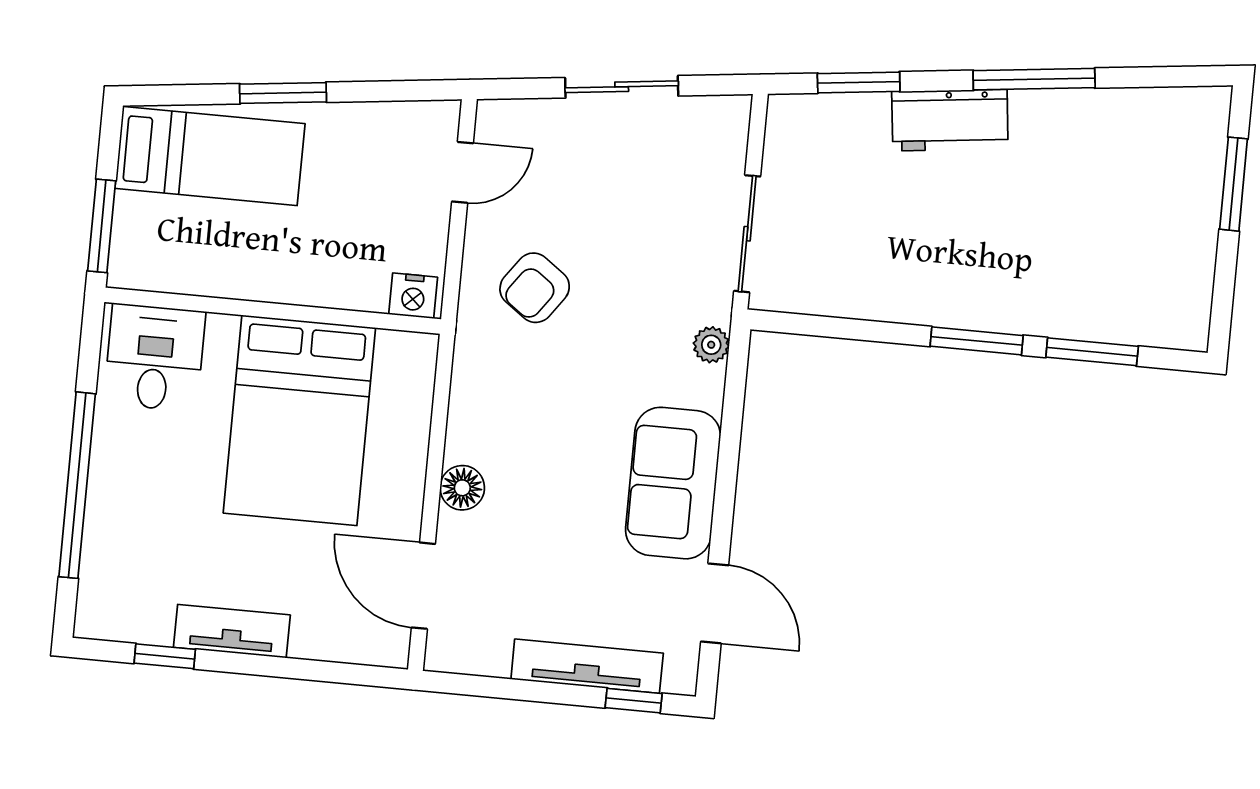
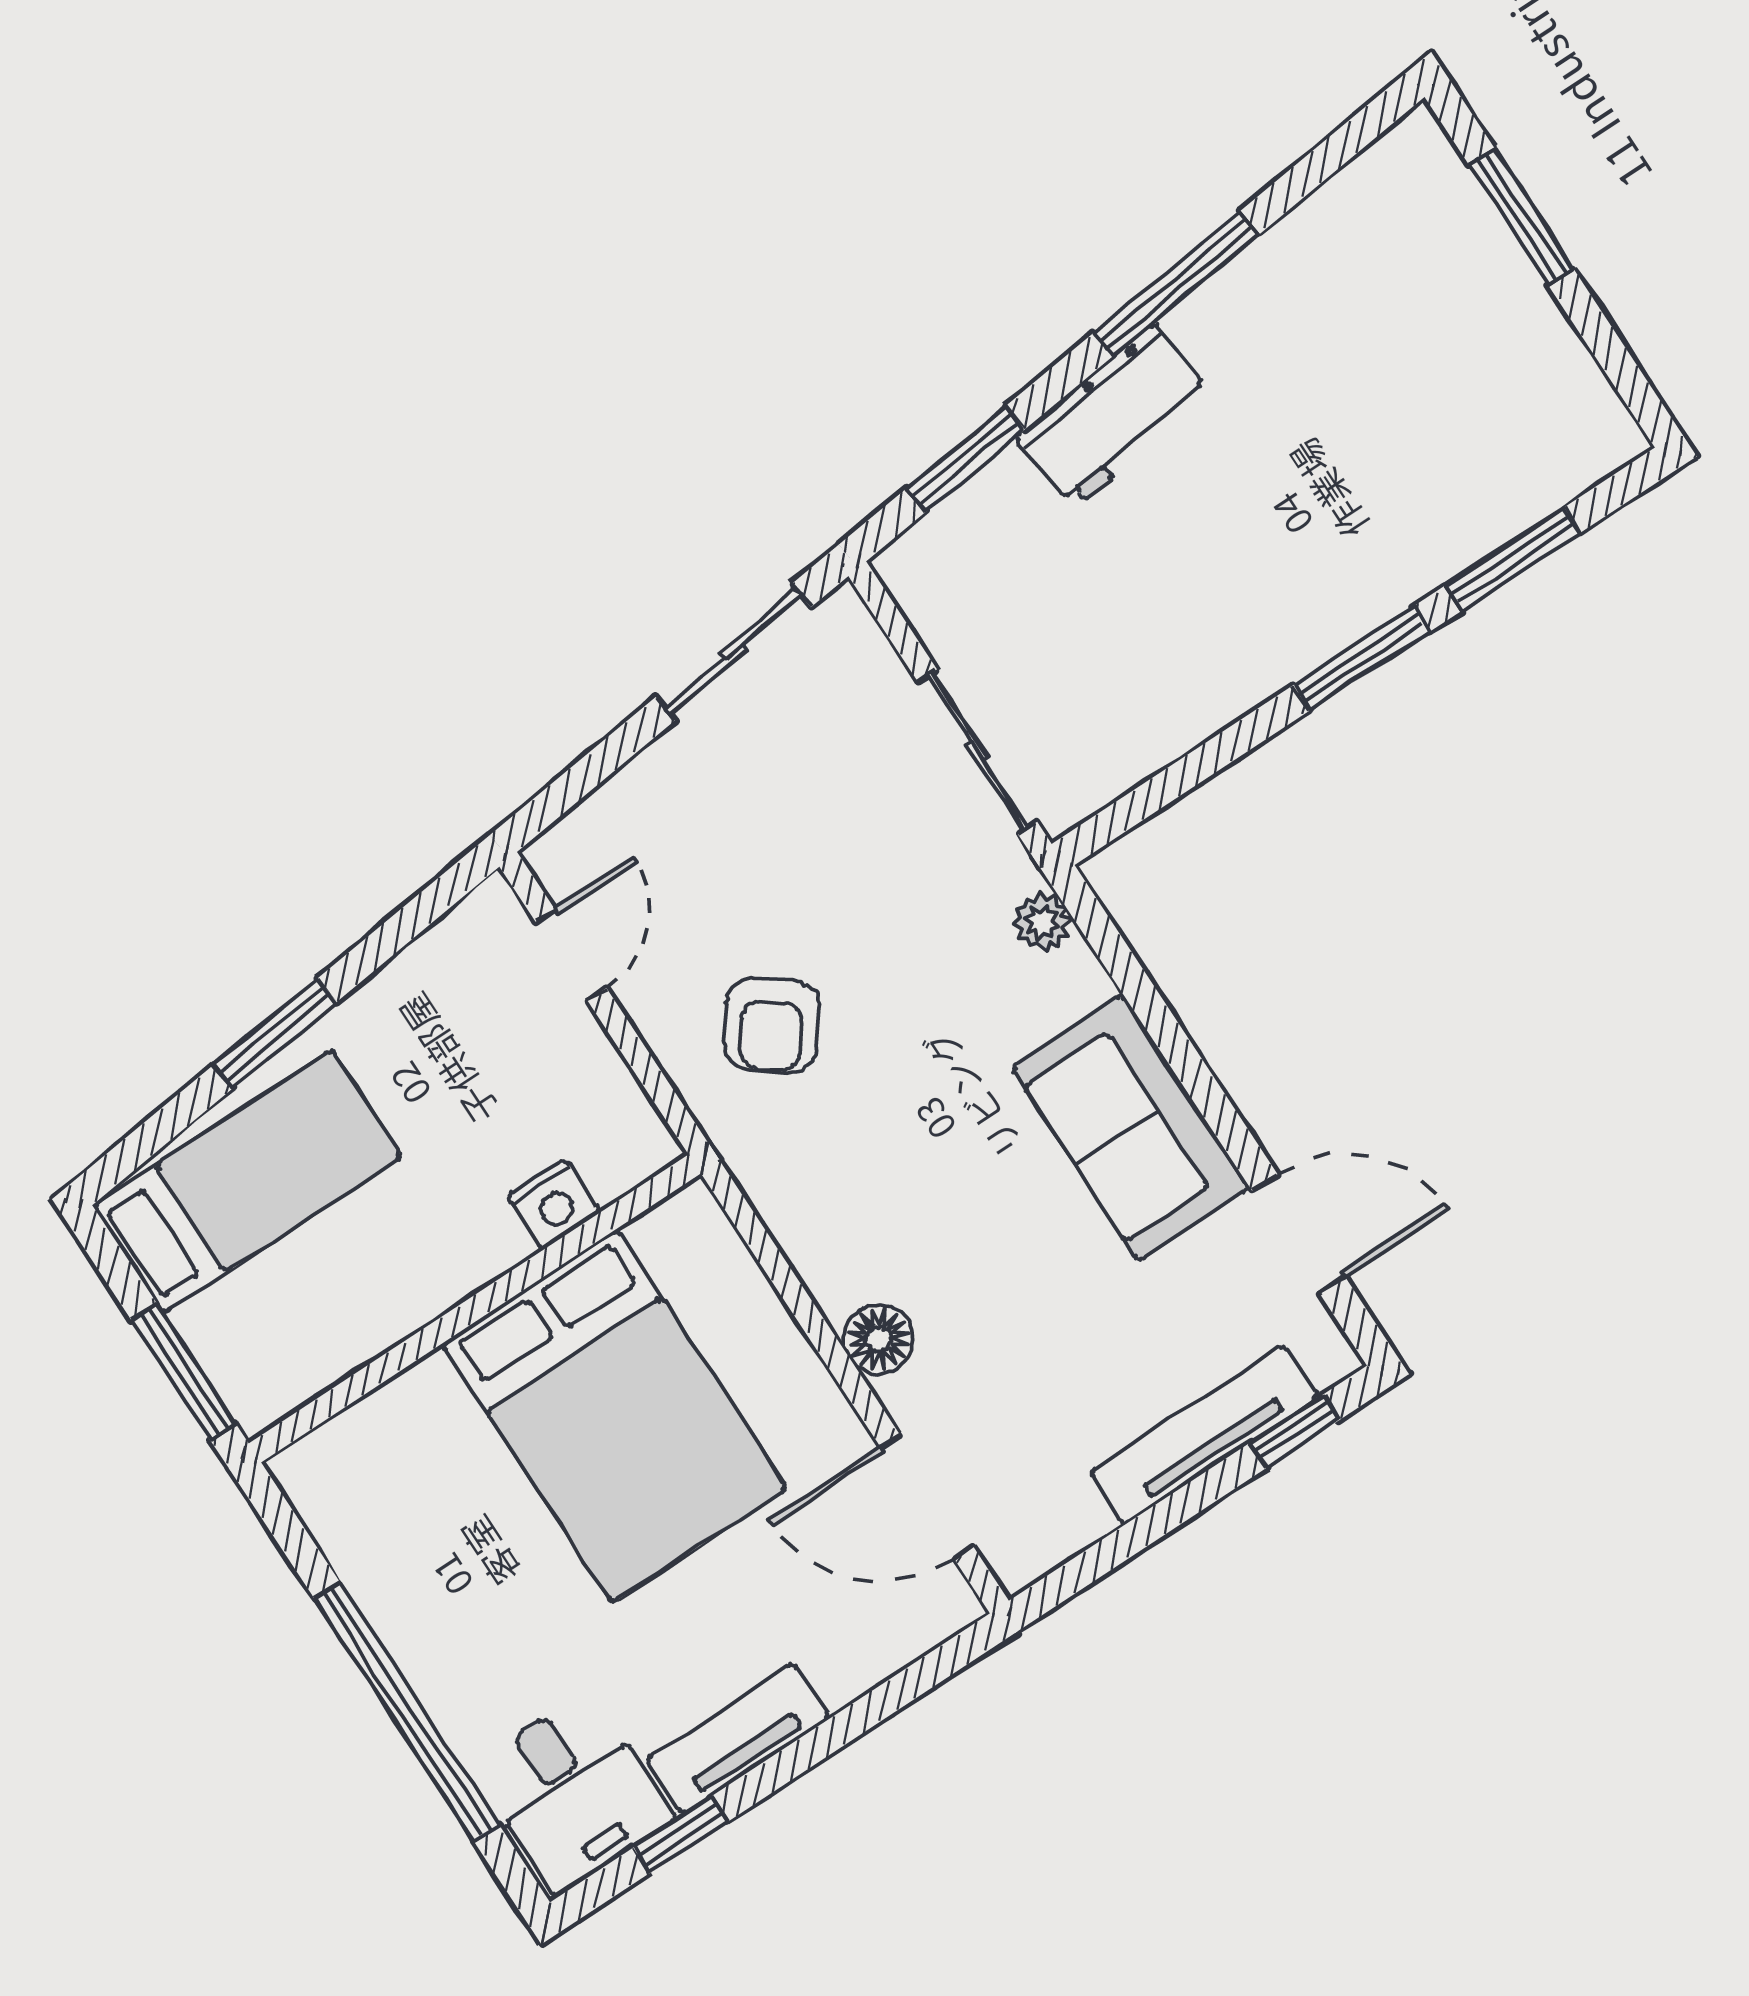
sliding door: (622, 87) -> (733, 652), moved
nightstand: (413, 296) -> (554, 1204), moved
desk: (155, 357) -> (573, 1793), moved, turned 180

